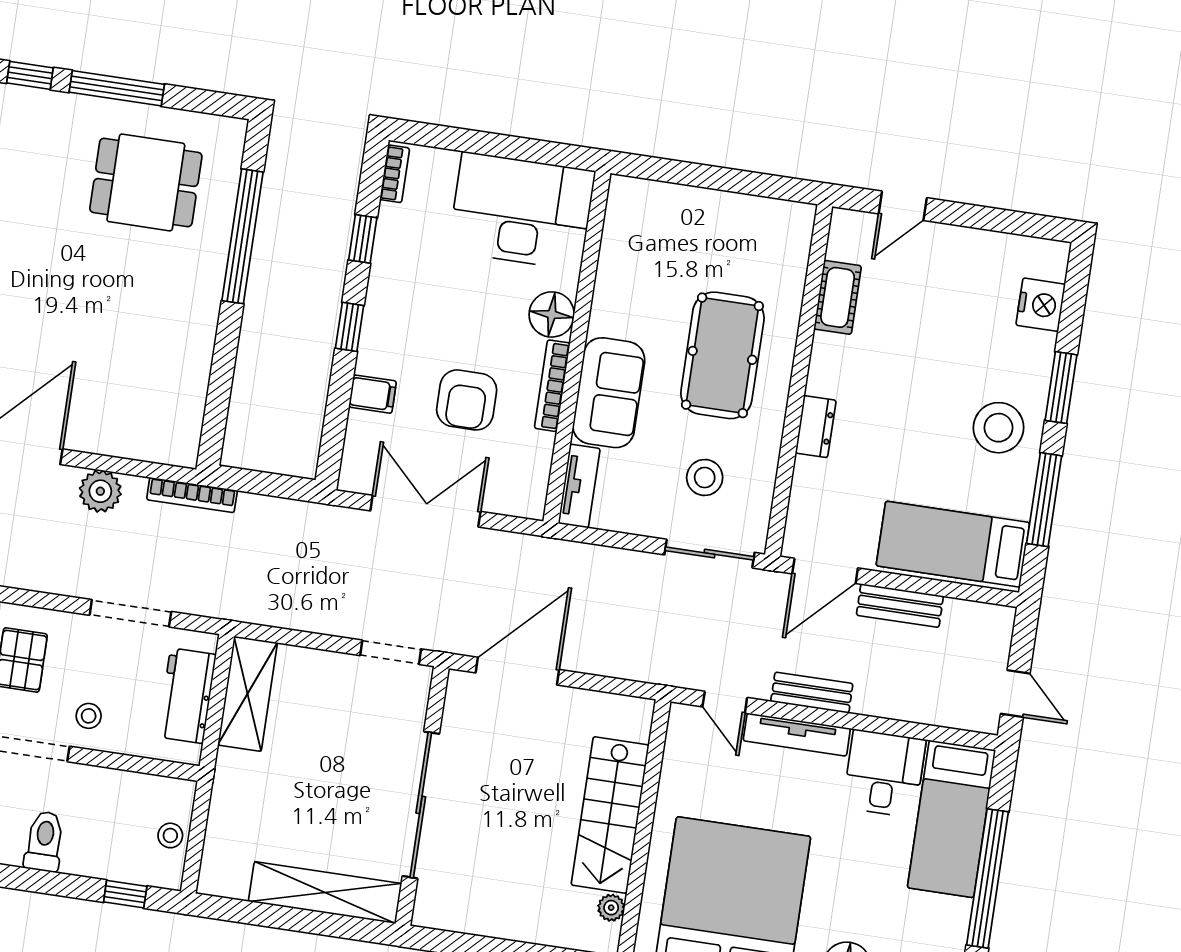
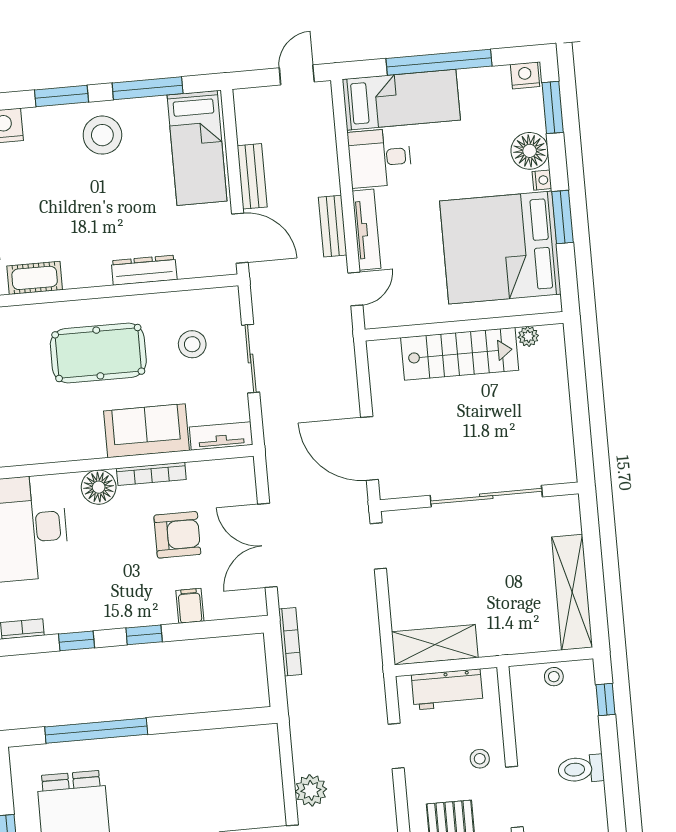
dresser: (816, 427) -> (144, 270), width x1.44
bookcase: (192, 495) -> (290, 642), moved
sliding door: (710, 554) -> (251, 359), moved
doorway: (130, 613) -> (396, 746), width x0.73
shelving: (325, 892) -> (572, 592), moved

